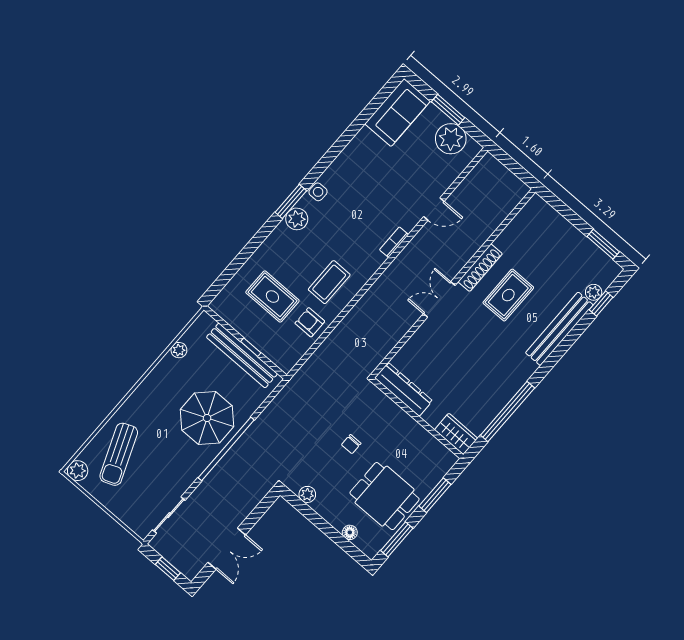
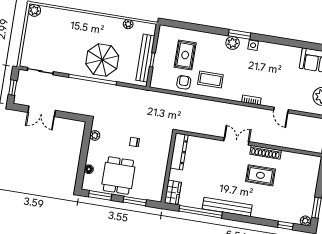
plant: (594, 292) -> (305, 221), moved
bench: (559, 329) -> (227, 207), moved
sun lounger: (119, 454) -> (56, 26), removed

